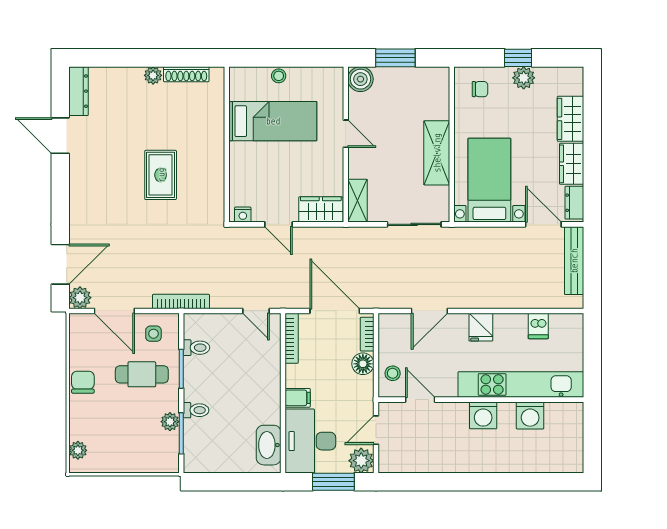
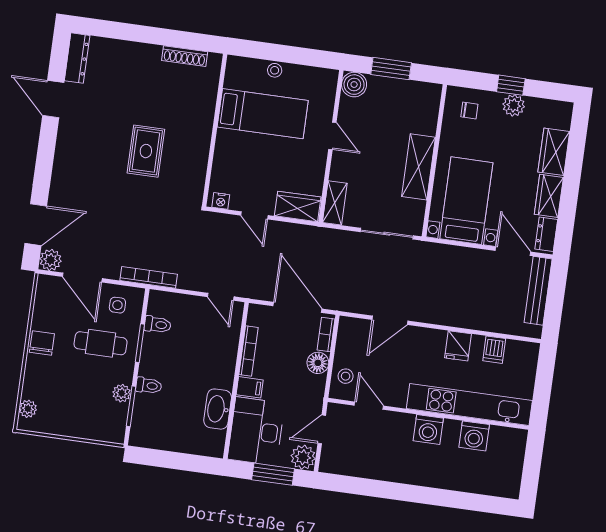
plant: (153, 75) -> (152, 53), removed
fridge: (481, 327) -> (458, 346), moved
bookcase: (292, 338) -> (249, 351), moved
washbasin: (269, 445) -> (218, 409), moved

